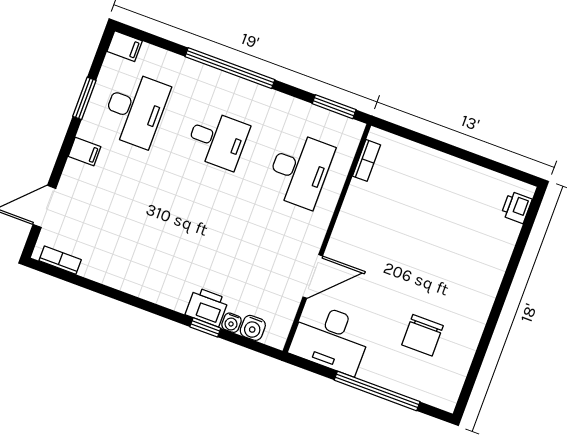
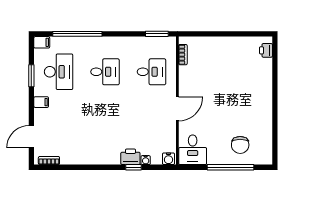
window: (230, 68) -> (77, 34), moved
desk: (300, 170) -> (151, 72), width x0.73
door: (313, 276) -> (177, 109), moved
water cooler: (253, 328) -> (168, 159), moved
chair: (422, 335) -> (240, 145), moved
desk: (331, 339) -> (193, 150), width x0.73

